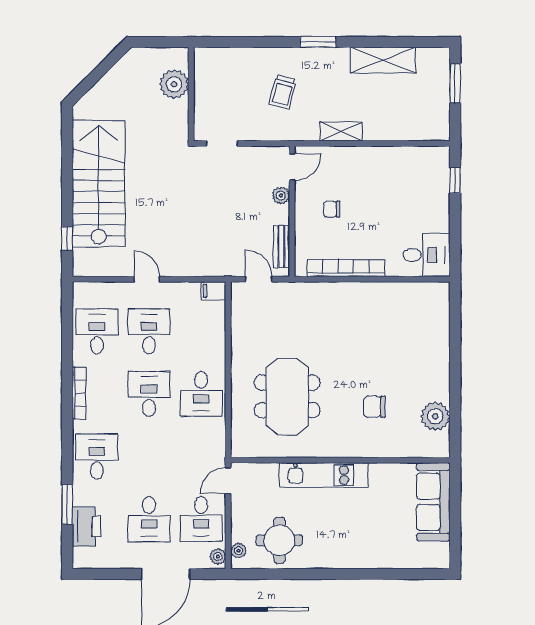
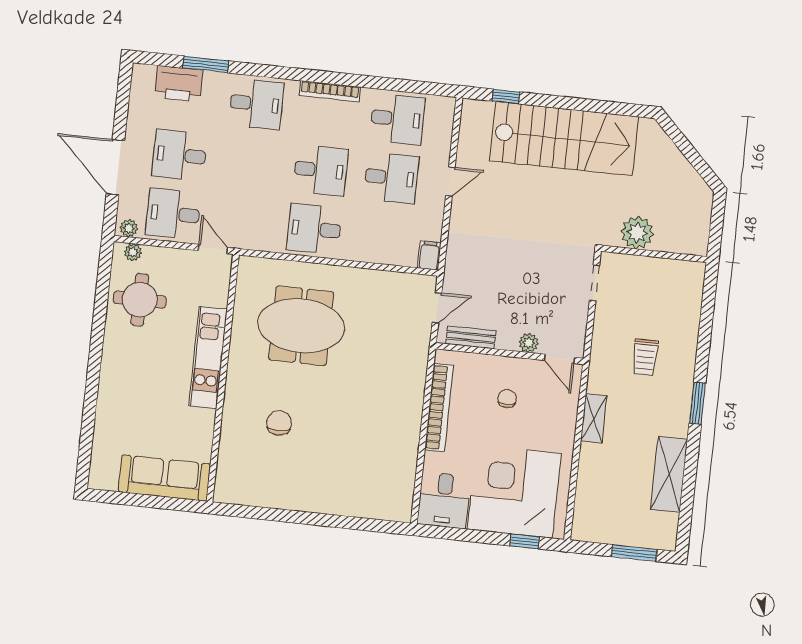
plant: (174, 84) -> (637, 233), moved
trolley: (282, 92) -> (645, 357), turned -105
corner desk: (412, 194) -> (514, 491), added
plant: (435, 416) -> (261, 491), removed

